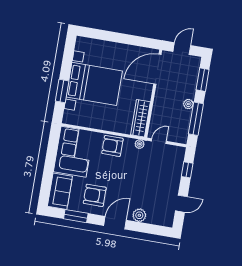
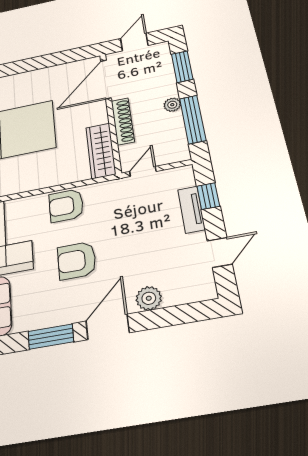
shoe rack: (158, 104) -> (123, 121), added
plant: (140, 144) -> (111, 187), removed
tv unit: (176, 174) -> (191, 209), added
armchair: (95, 195) -> (77, 261), moved
window: (76, 216) -> (51, 336), moved

